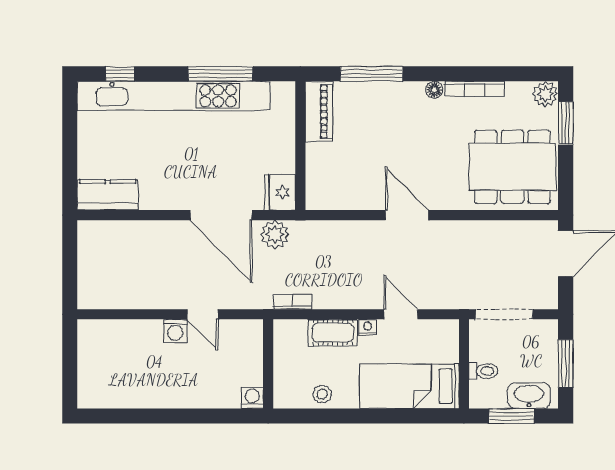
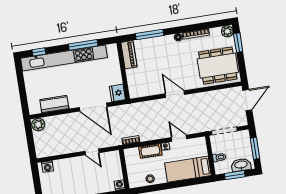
kitchen counter: (108, 195) -> (54, 104), moved
plant: (275, 234) -> (38, 124), moved
washing machine: (175, 331) -> (47, 167), moved

